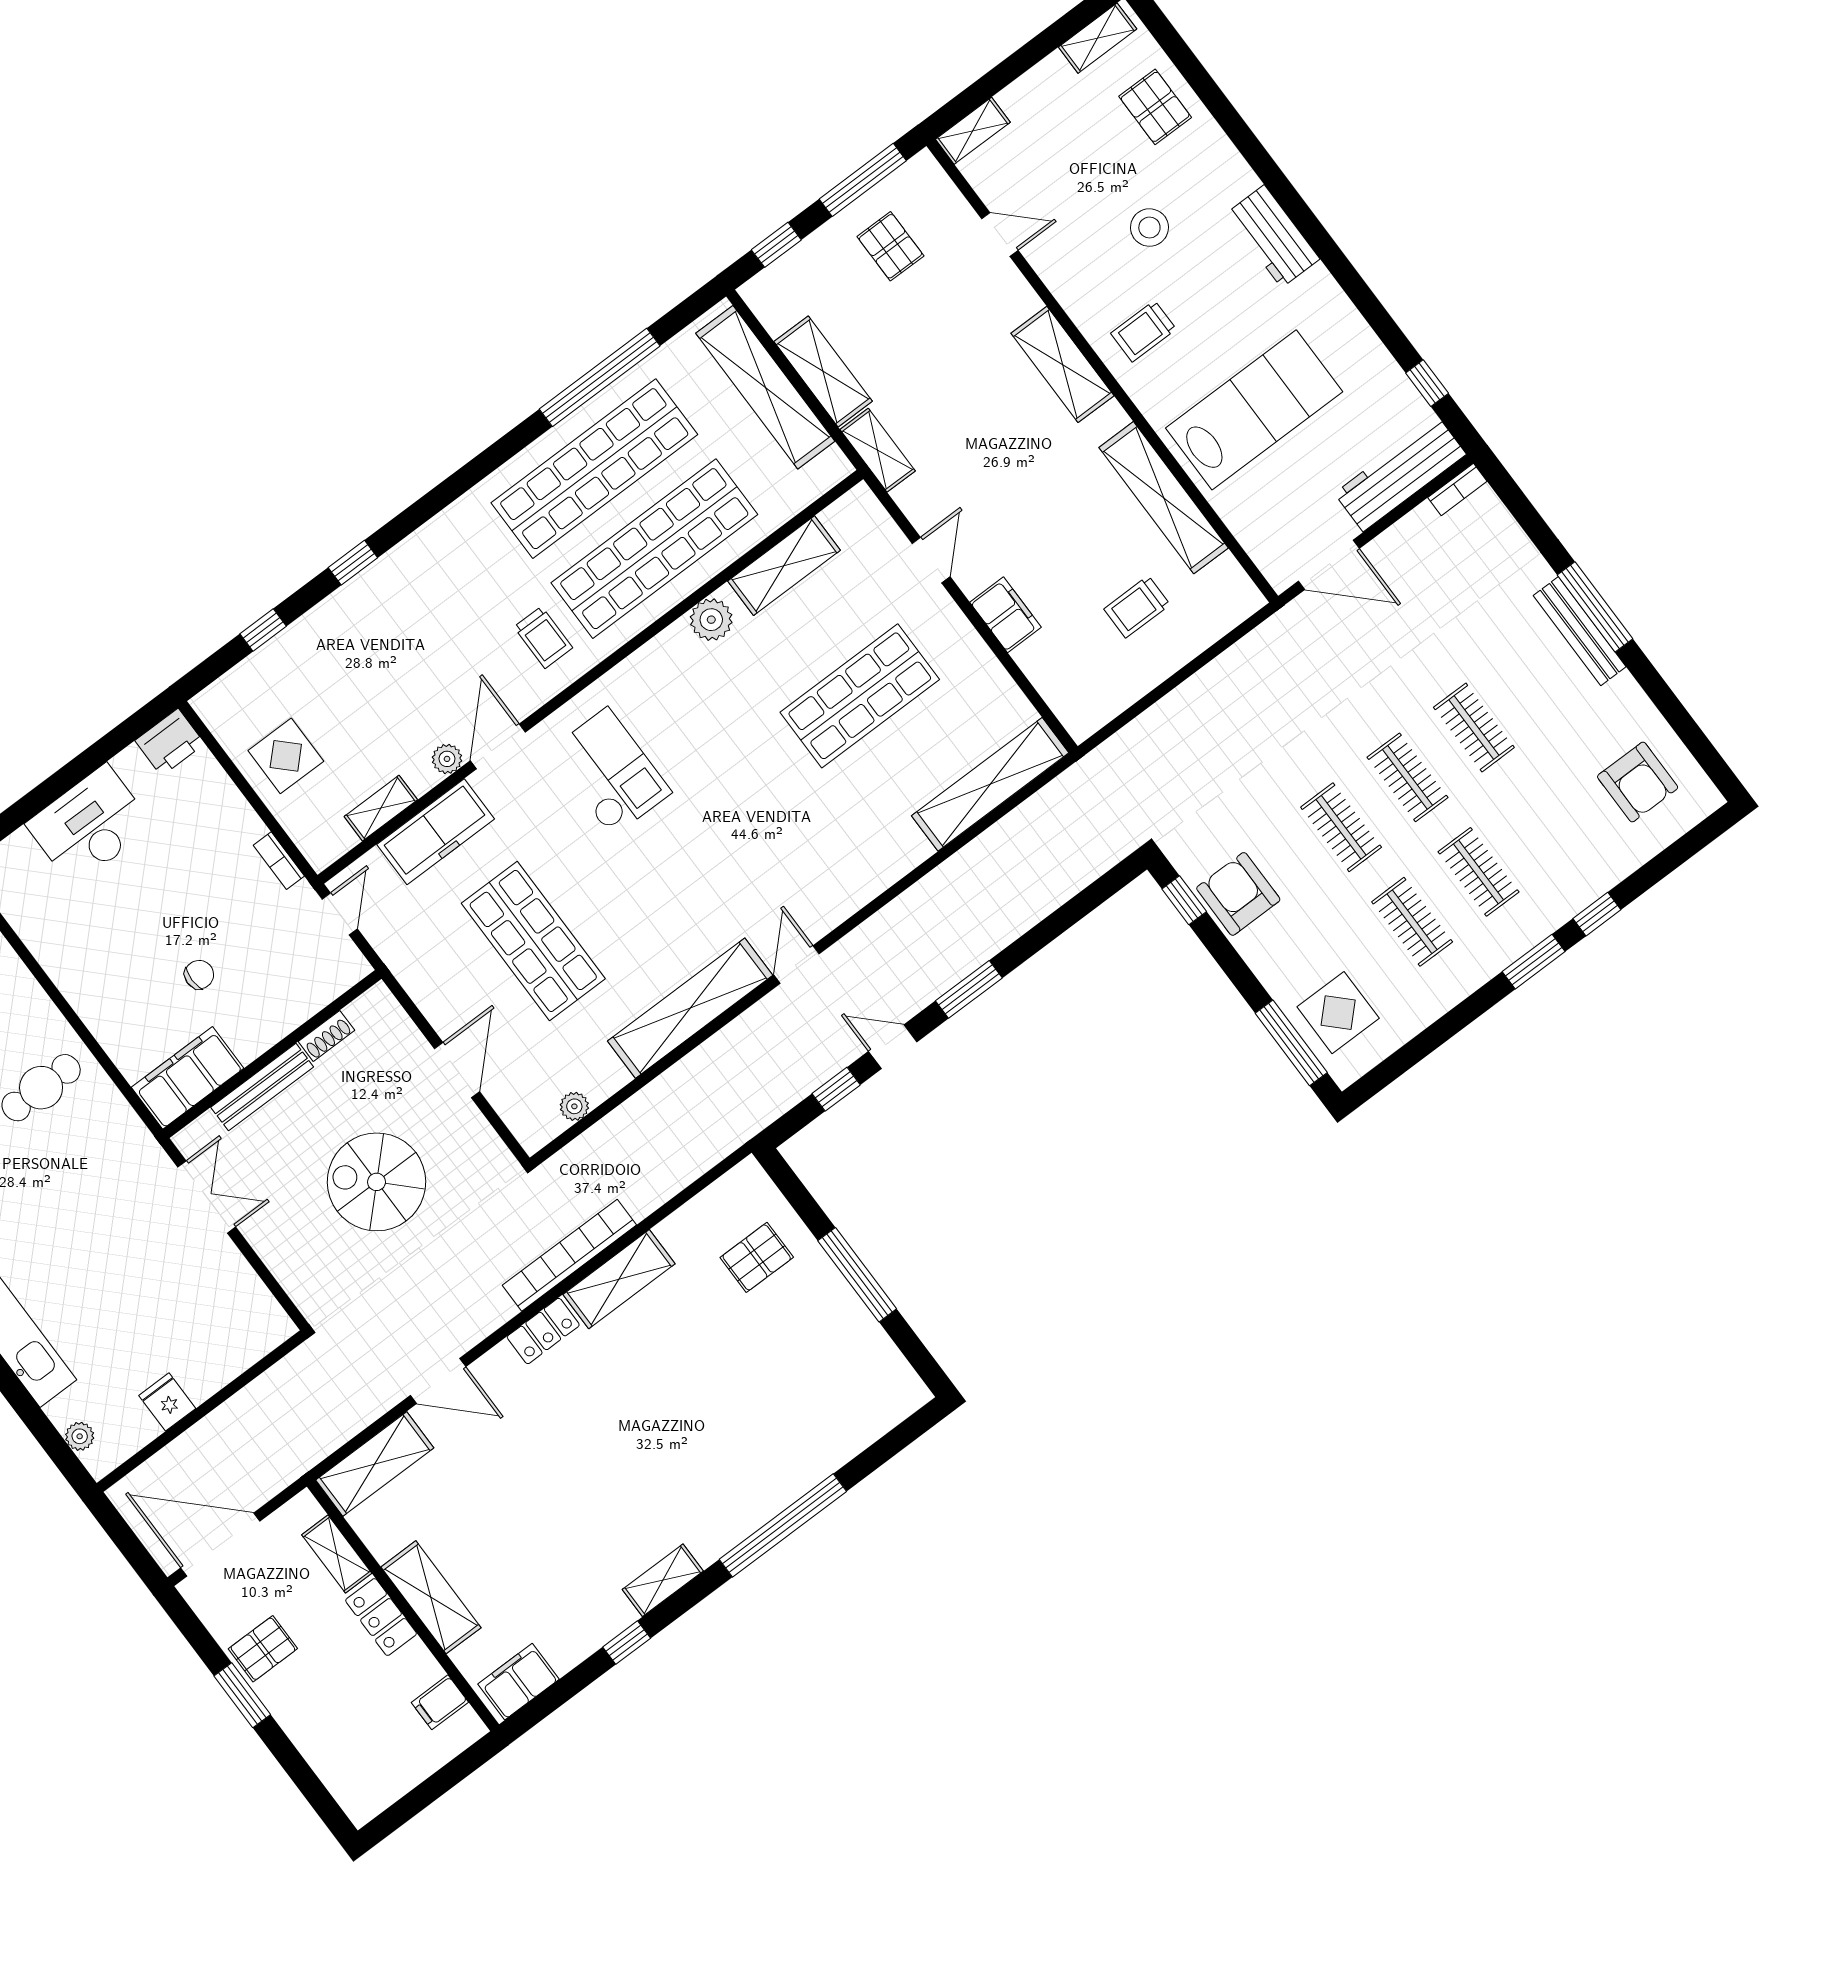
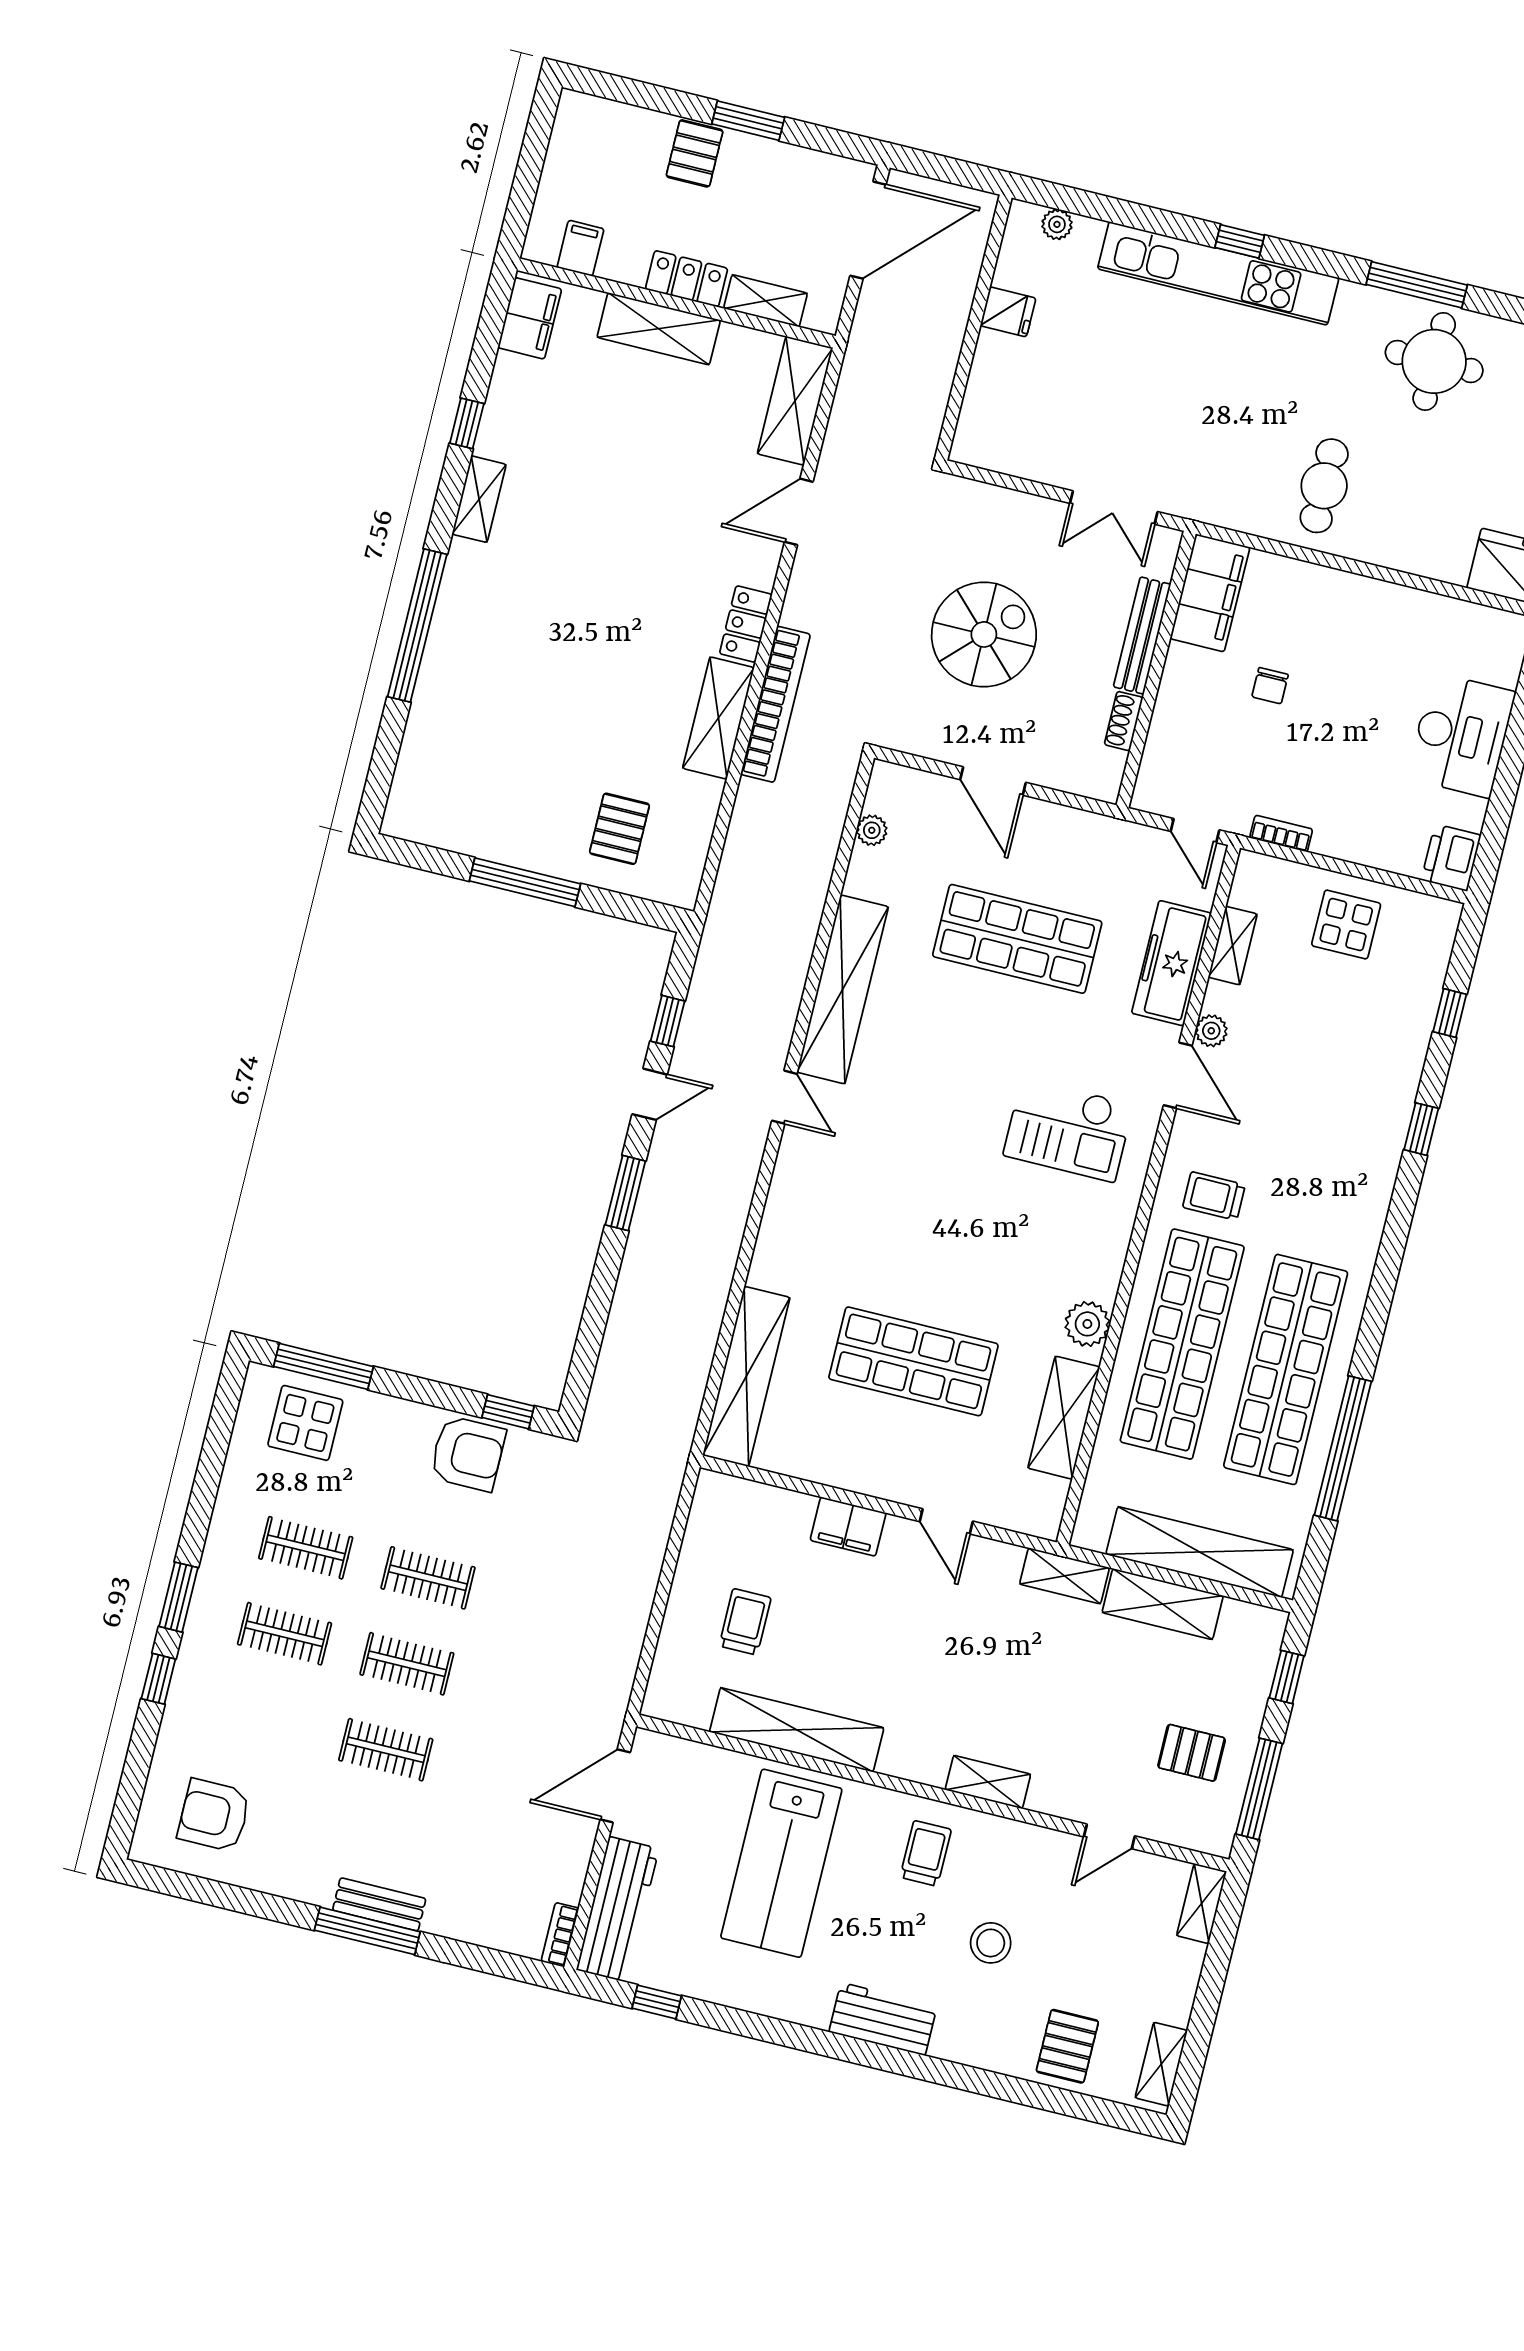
pallet: (1155, 107) -> (1067, 2046), turned 90
shelving: (1063, 364) -> (988, 1782), width x0.67, depth x0.75
bench: (1580, 631) -> (379, 1904), width x0.73
shop shelf: (860, 696) -> (913, 1361), turned 90
pallet: (263, 1649) -> (695, 153), moved

